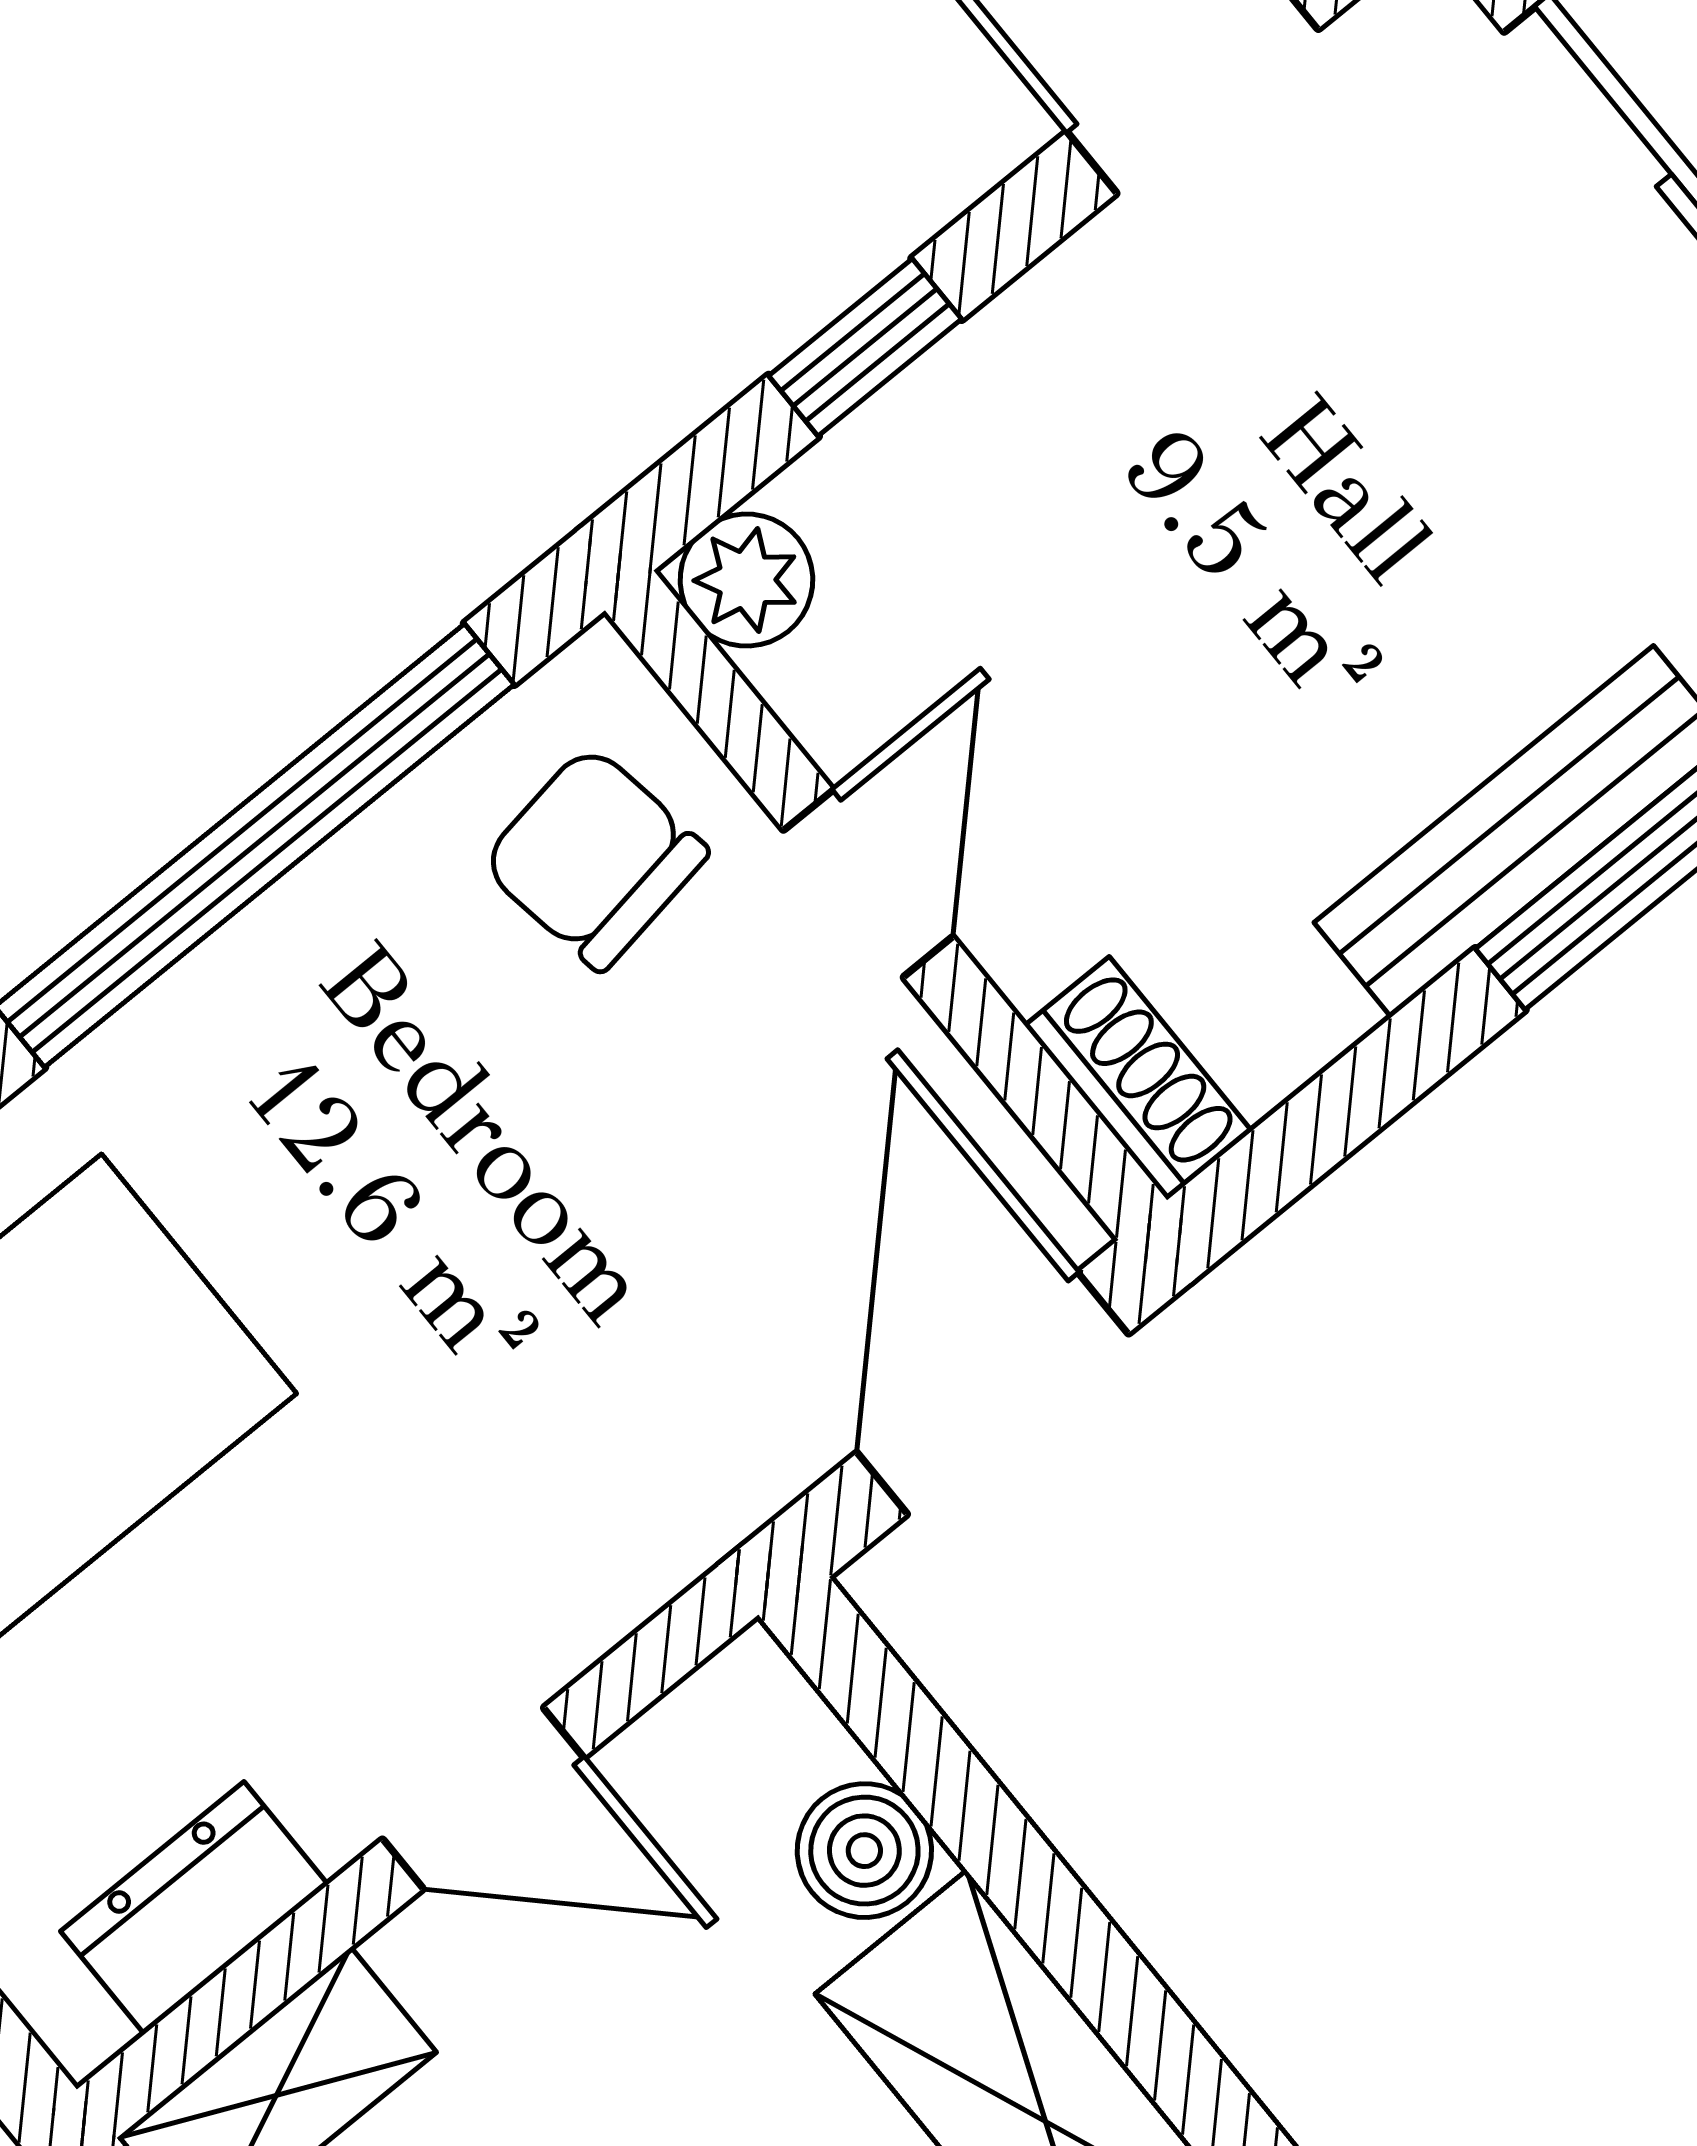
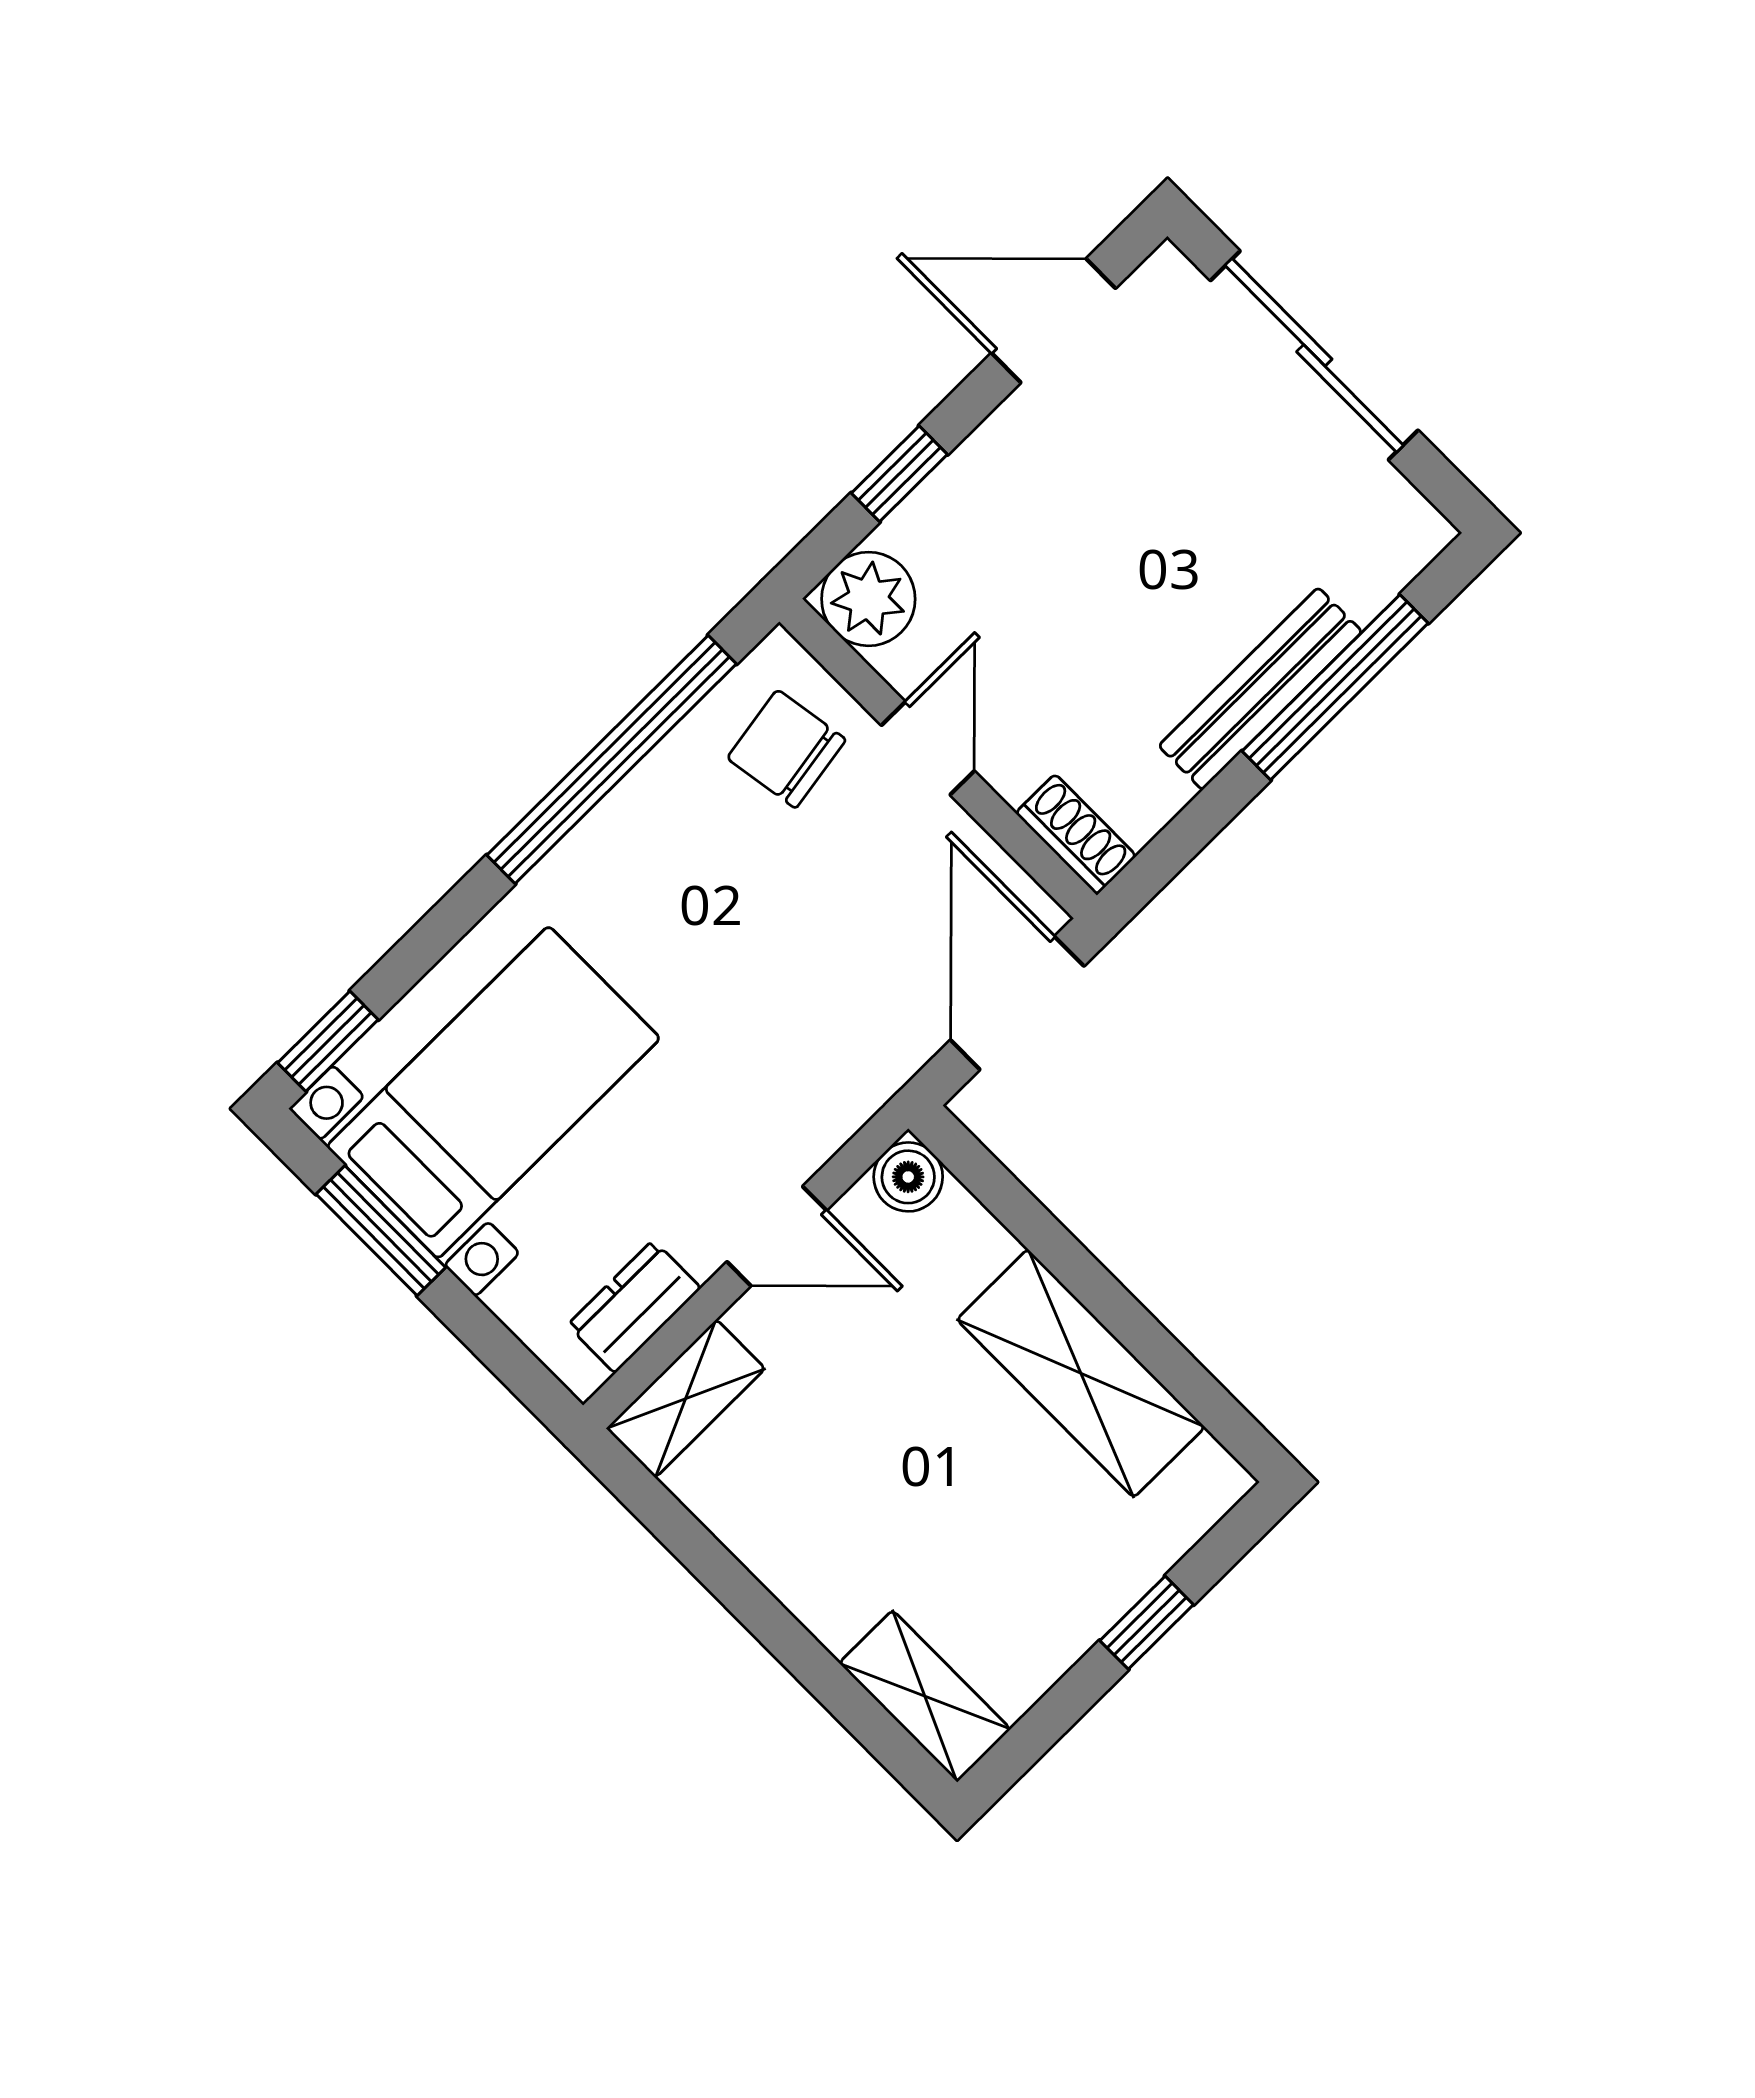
plant: (746, 580) -> (868, 599), width x1.38, depth x1.38
boiler: (864, 1851) -> (908, 1177), moved

